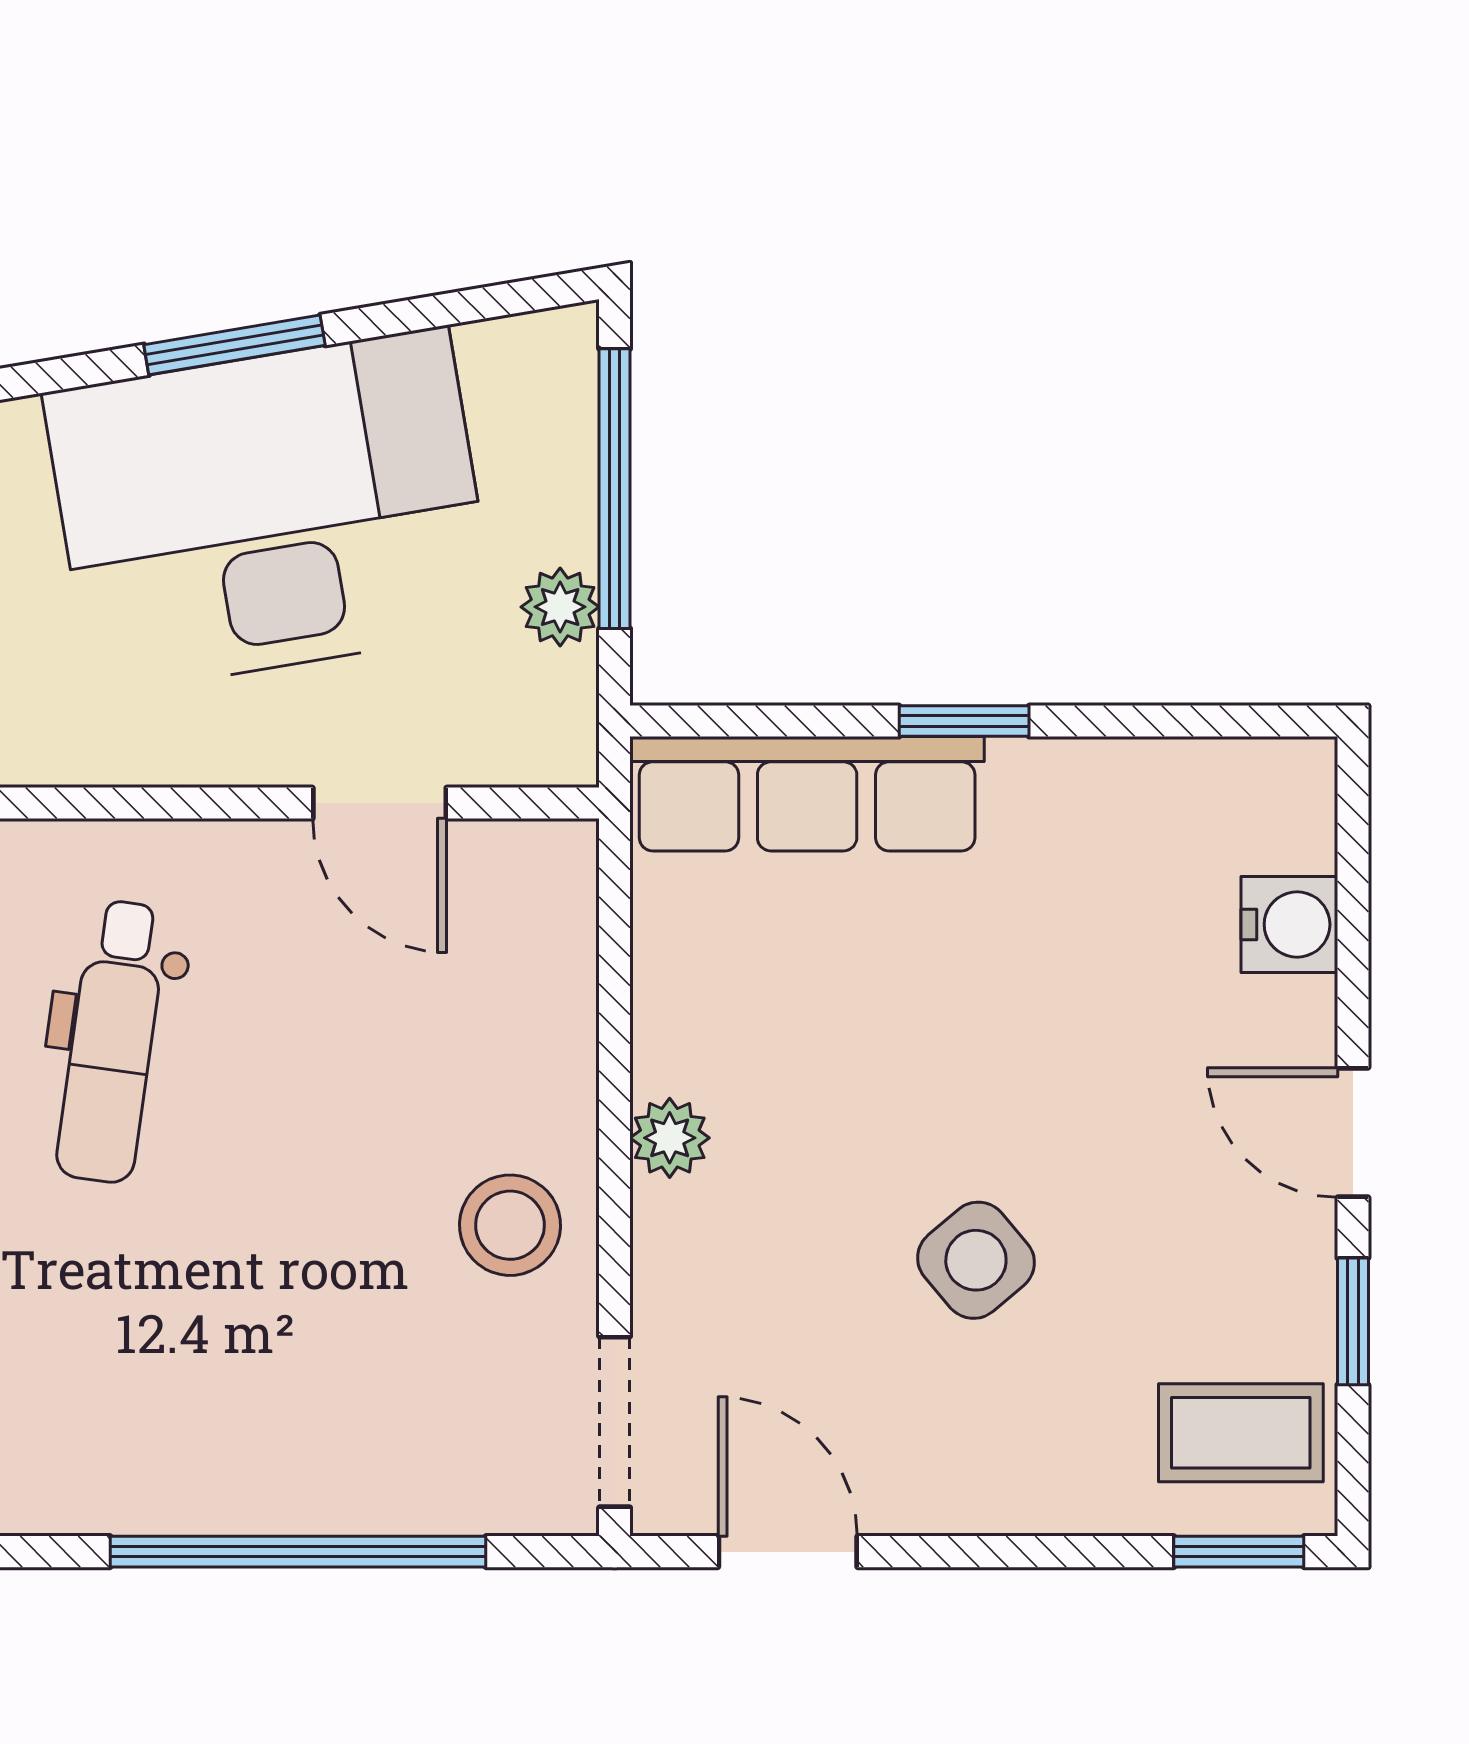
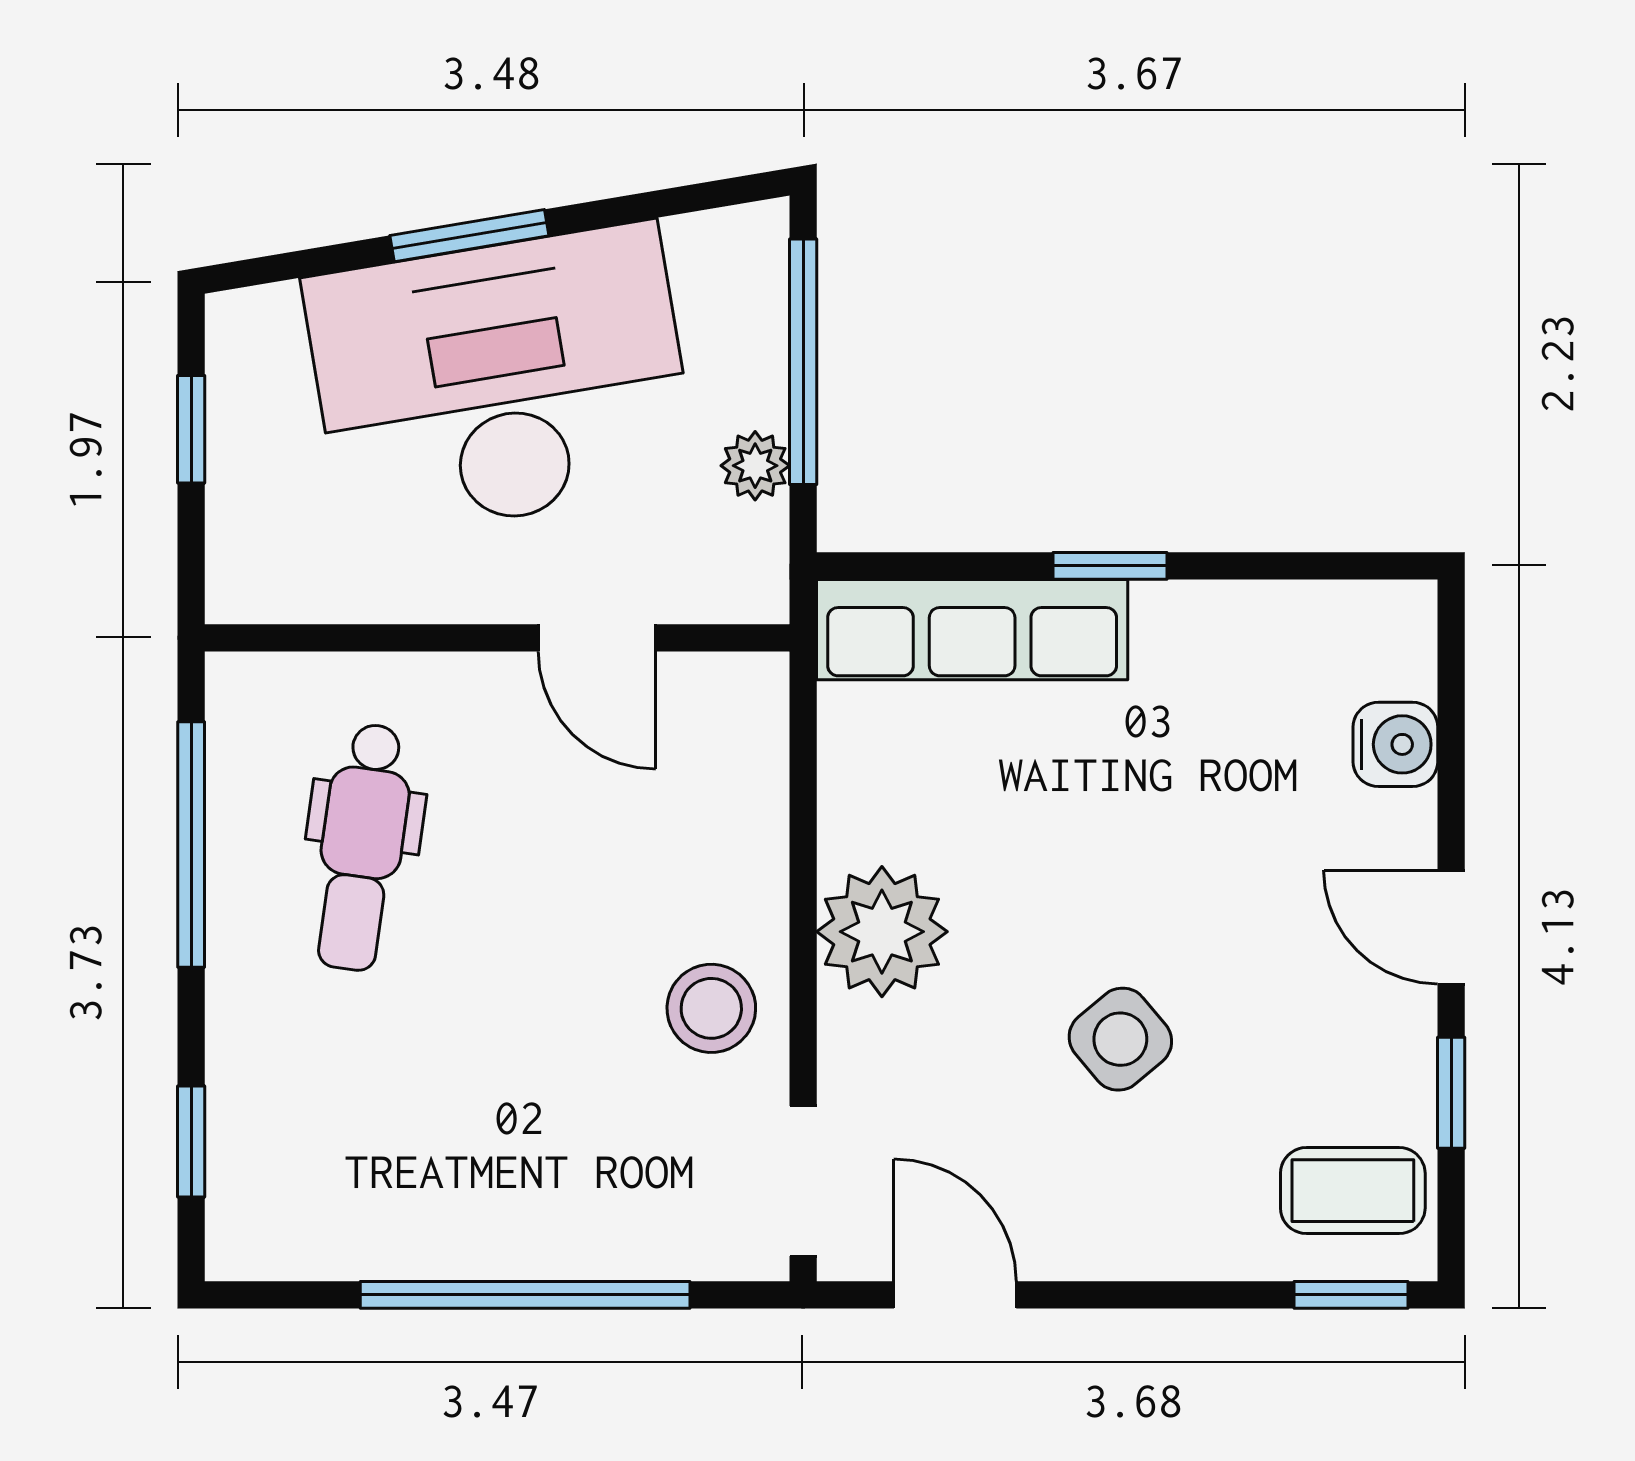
plant: (670, 1138) -> (882, 932), width x1.88, depth x1.88

